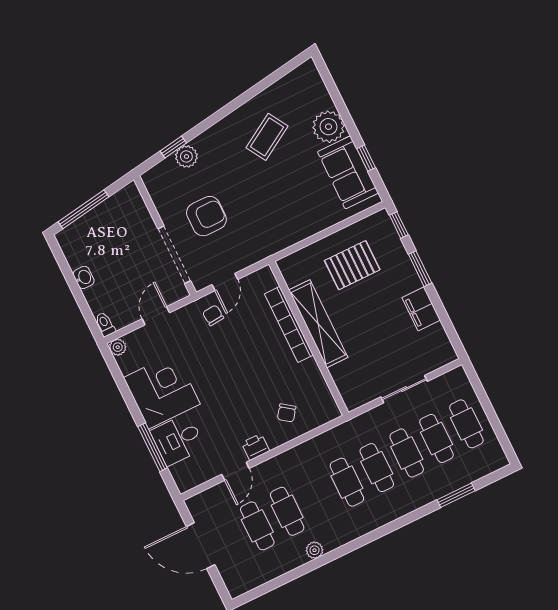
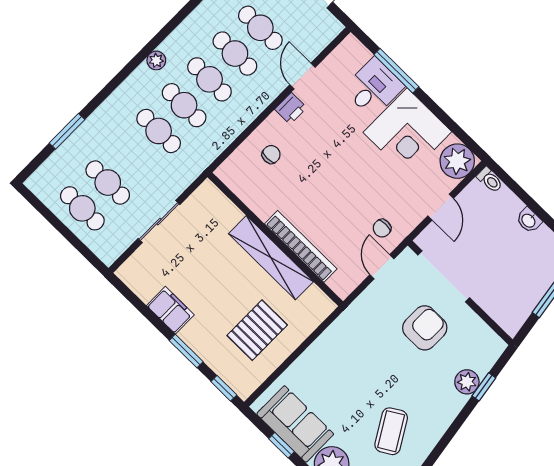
armchair: (206, 216) -> (425, 328), turned 180
chair: (213, 315) -> (382, 228), turned 95
plant: (118, 347) -> (457, 161), width x1.88, depth x1.88
chair: (287, 413) -> (271, 154), turned 54
cafe table: (407, 453) -> (209, 79), moved
plant: (315, 550) -> (156, 60), moved

